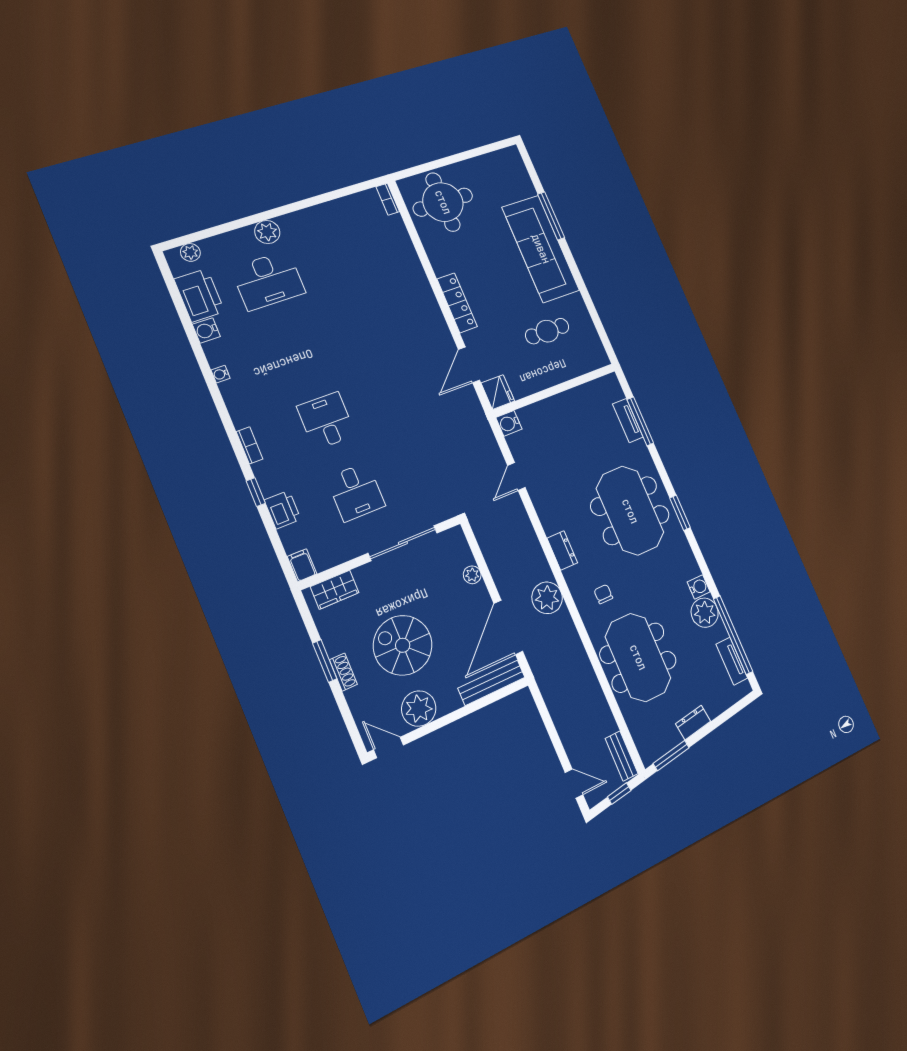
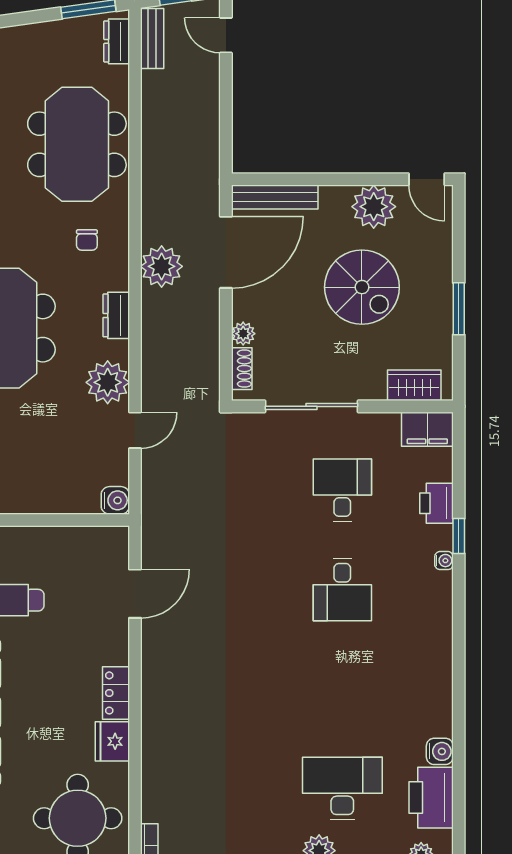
locker: (457, 303) -> (116, 693), width x0.66
water cooler: (221, 374) -> (444, 561), moved
fridge: (498, 392) -> (112, 741), moved
bookcase: (249, 445) -> (444, 594), removed
plant: (548, 502) -> (108, 382), added
filing cabinet: (302, 565) -> (427, 429), width x2.00
shoe rack: (343, 672) -> (242, 369), moved, turned 180
dresser: (693, 723) -> (117, 41), moved, turned 98

